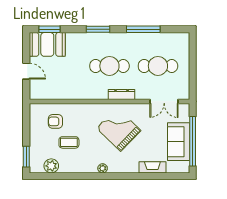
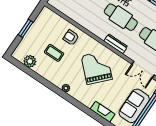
armchair: (55, 121) -> (71, 38), moved
window: (26, 157) -> (26, 28), moved

